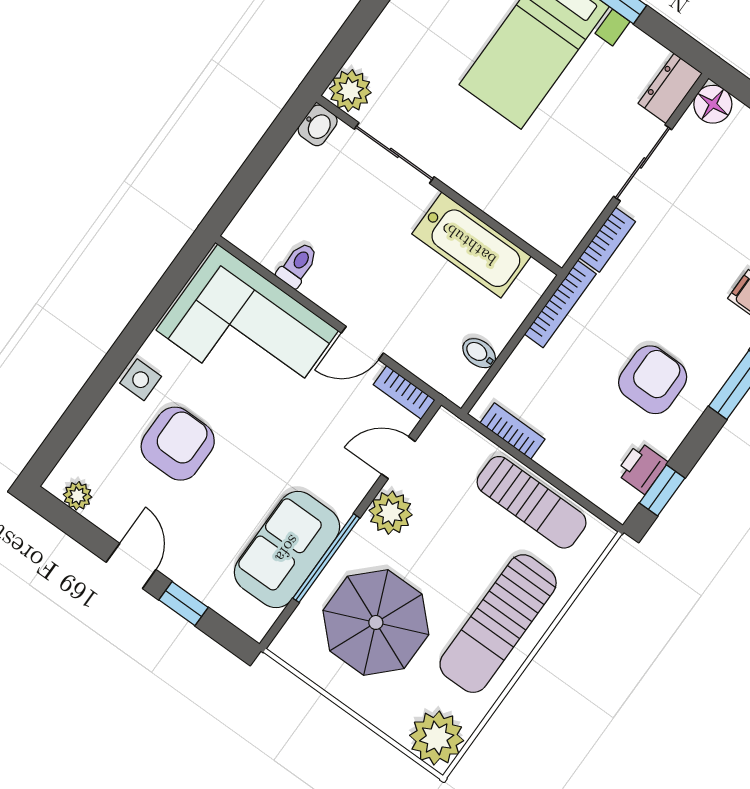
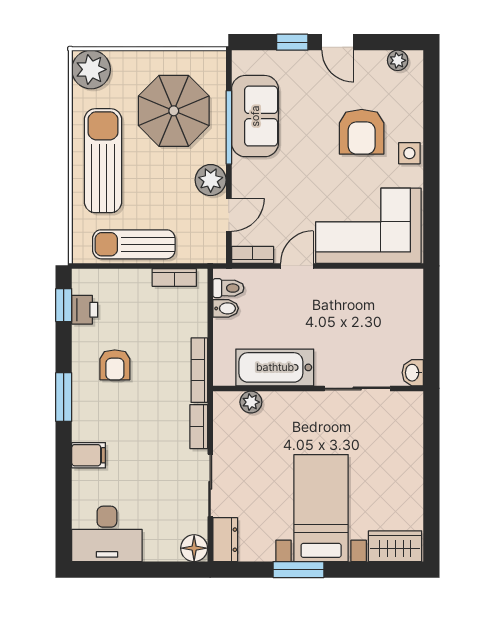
plant: (350, 91) -> (251, 402), moved, width x0.73, depth x0.73
toilet: (298, 265) -> (228, 288), moved, turned -90
armchair: (653, 380) -> (115, 365), width x0.72, depth x0.72

